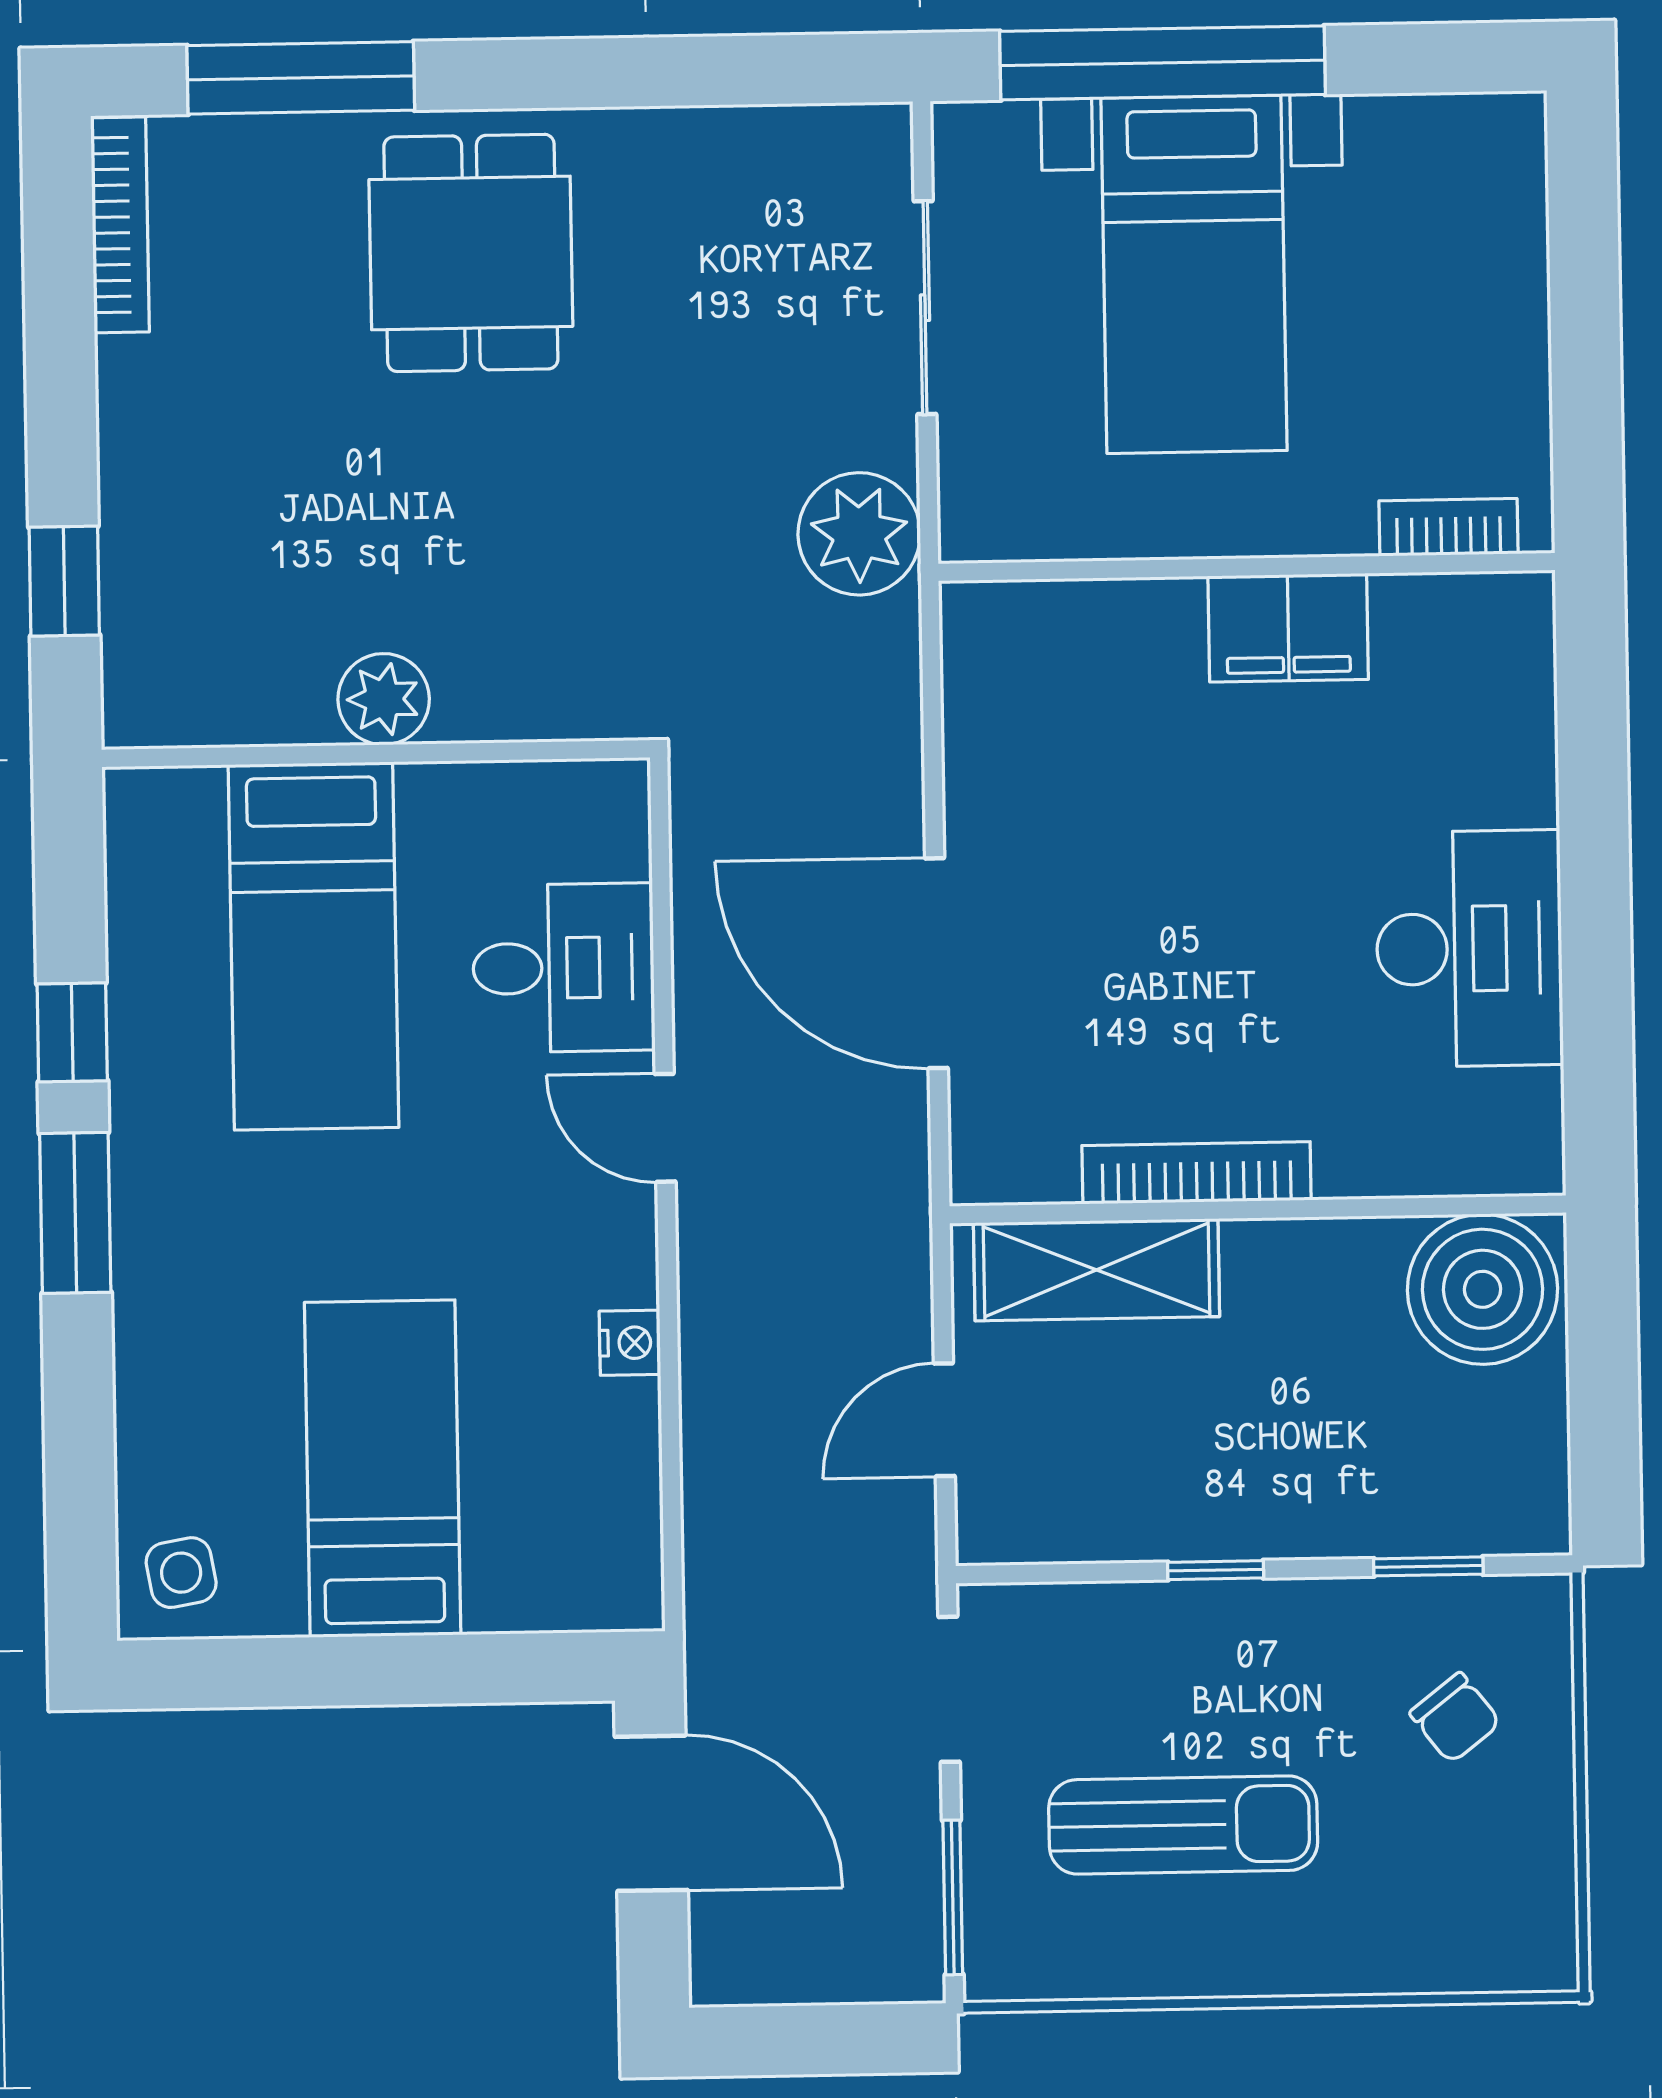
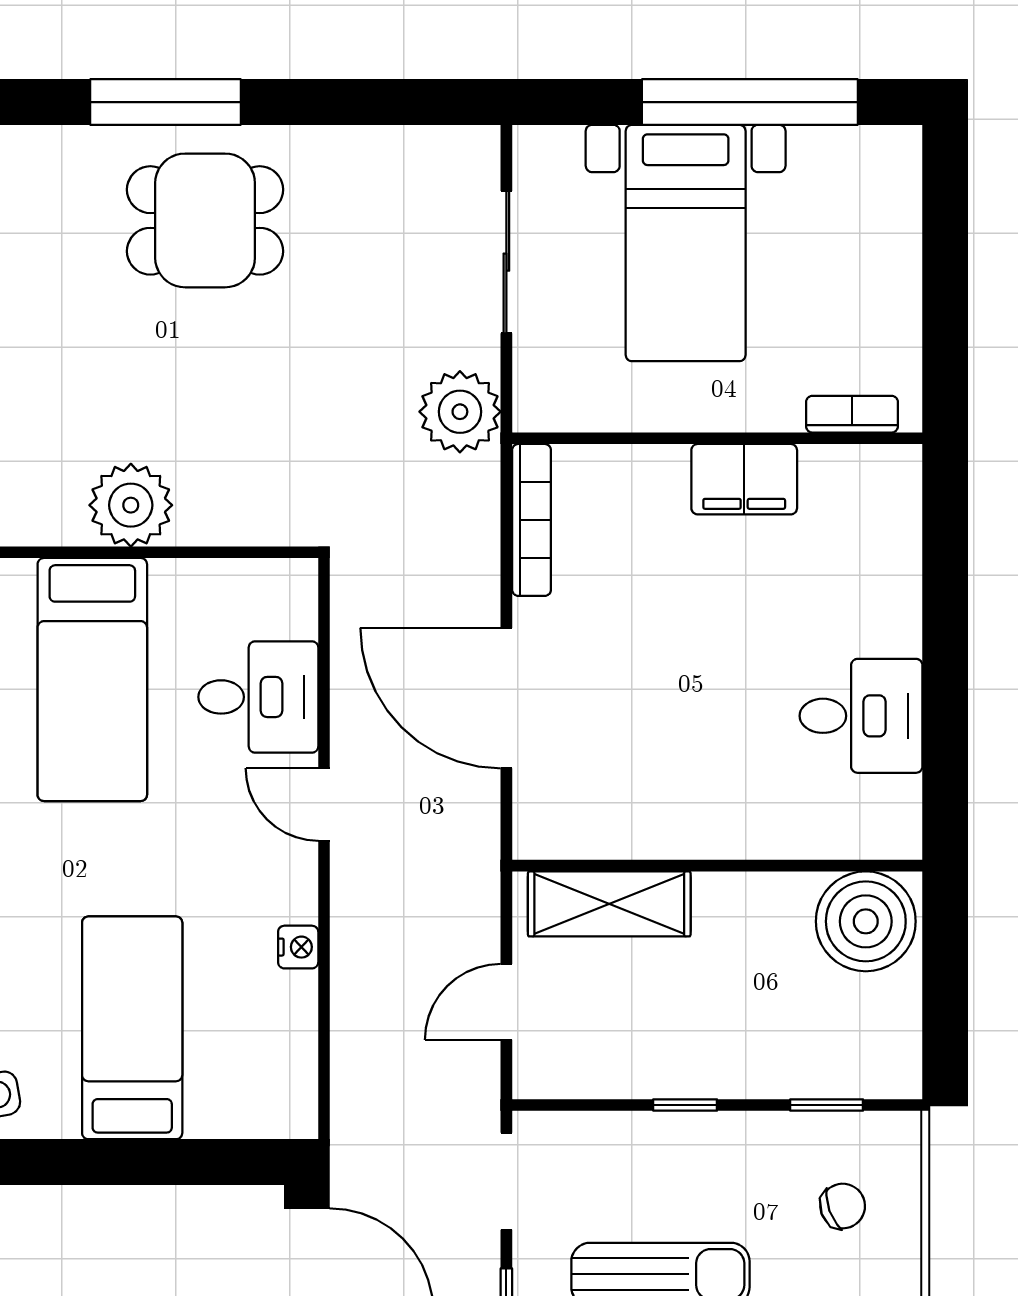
window: (1163, 63) -> (750, 102), moved
window: (301, 78) -> (166, 102), moved
dining table: (471, 253) -> (205, 220), turned 90
plant: (384, 699) -> (131, 505), width x1.36, depth x1.36
desk: (1469, 949) -> (861, 716), width x0.73
bookcase: (1197, 1173) -> (532, 520), moved, turned 90
chair: (1455, 1718) -> (843, 1206), turned -72

